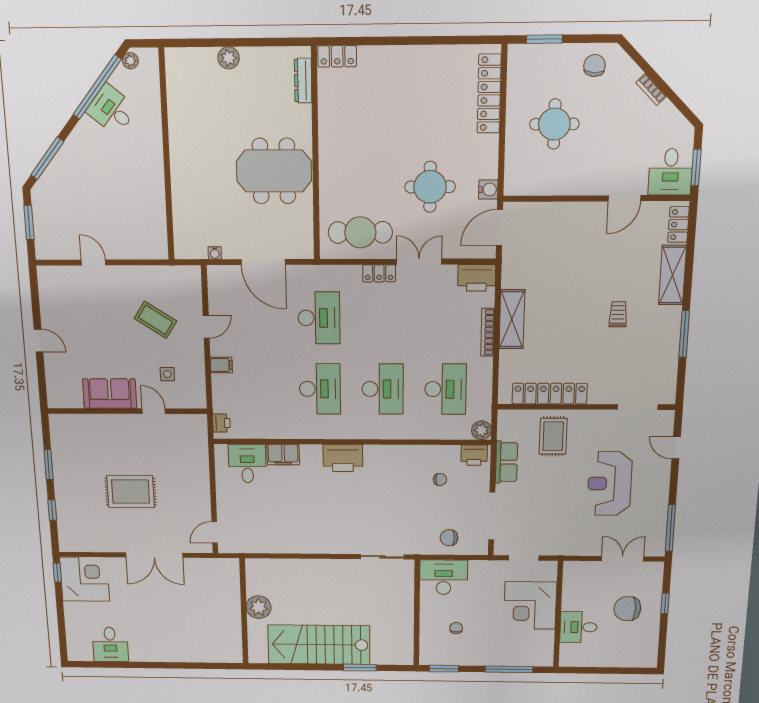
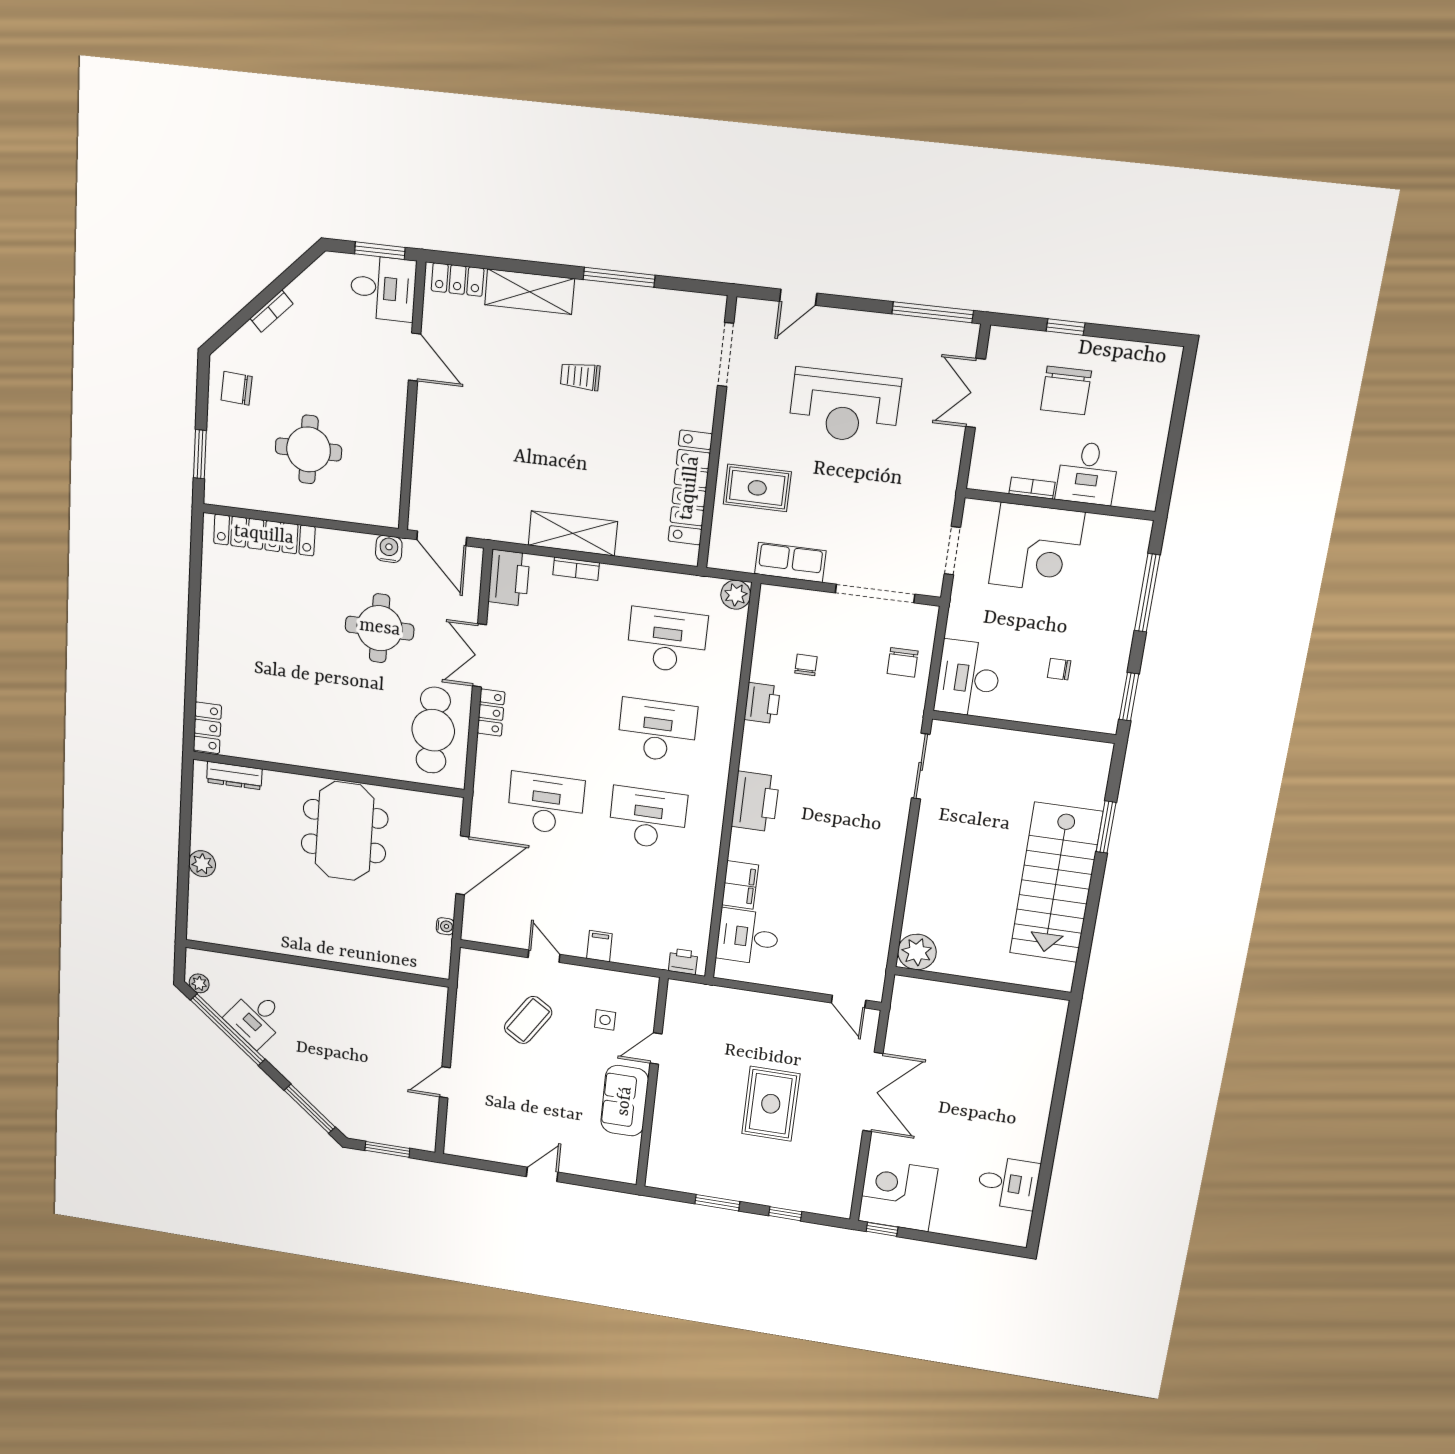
bookcase: (488, 332) -> (576, 569), width x0.64
printer: (474, 455) -> (762, 703), moved
bookcase: (567, 598) -> (1032, 488), added
plant: (259, 607) -> (917, 952), moved

